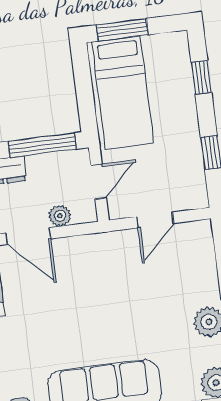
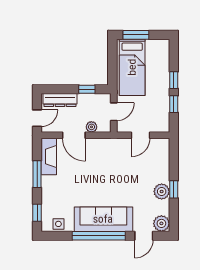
window: (201, 78) -> (174, 80), moved
window: (42, 145) -> (87, 89), width x0.46

